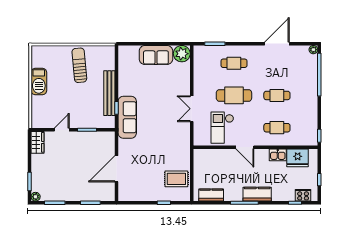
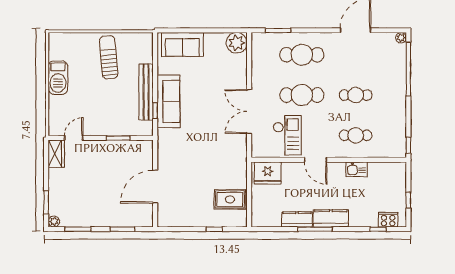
sofa: (156, 55) -> (182, 44), moved
cafe table: (234, 63) -> (302, 55), width x1.37, depth x1.35
double door: (192, 109) -> (249, 112), width x1.37
sofa: (127, 117) -> (168, 101), moved
checkout: (222, 128) -> (287, 135), turned 180
door: (62, 130) -> (74, 138), moved
fridge: (298, 158) -> (268, 173), moved
kitchen counter: (211, 195) -> (297, 219), moved

